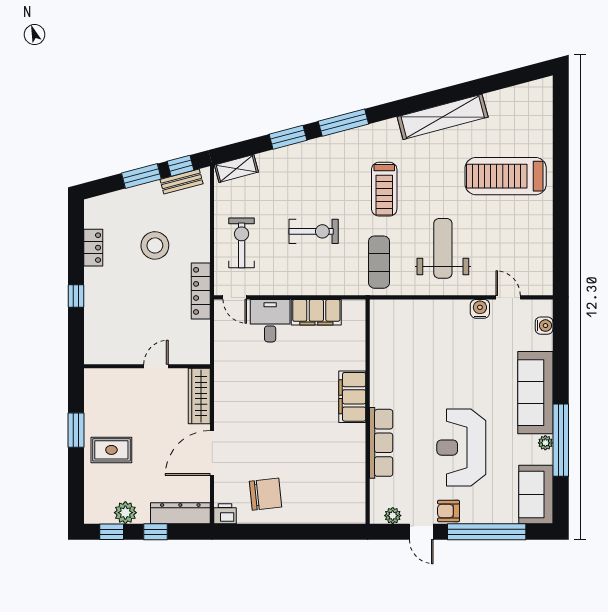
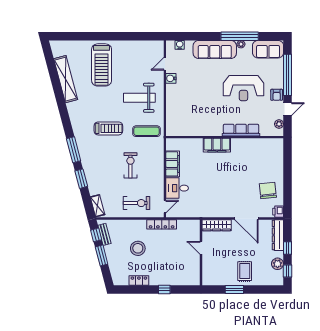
shelving: (443, 117) -> (66, 79), moved
exercise bike: (242, 243) -> (136, 203), turned 180

